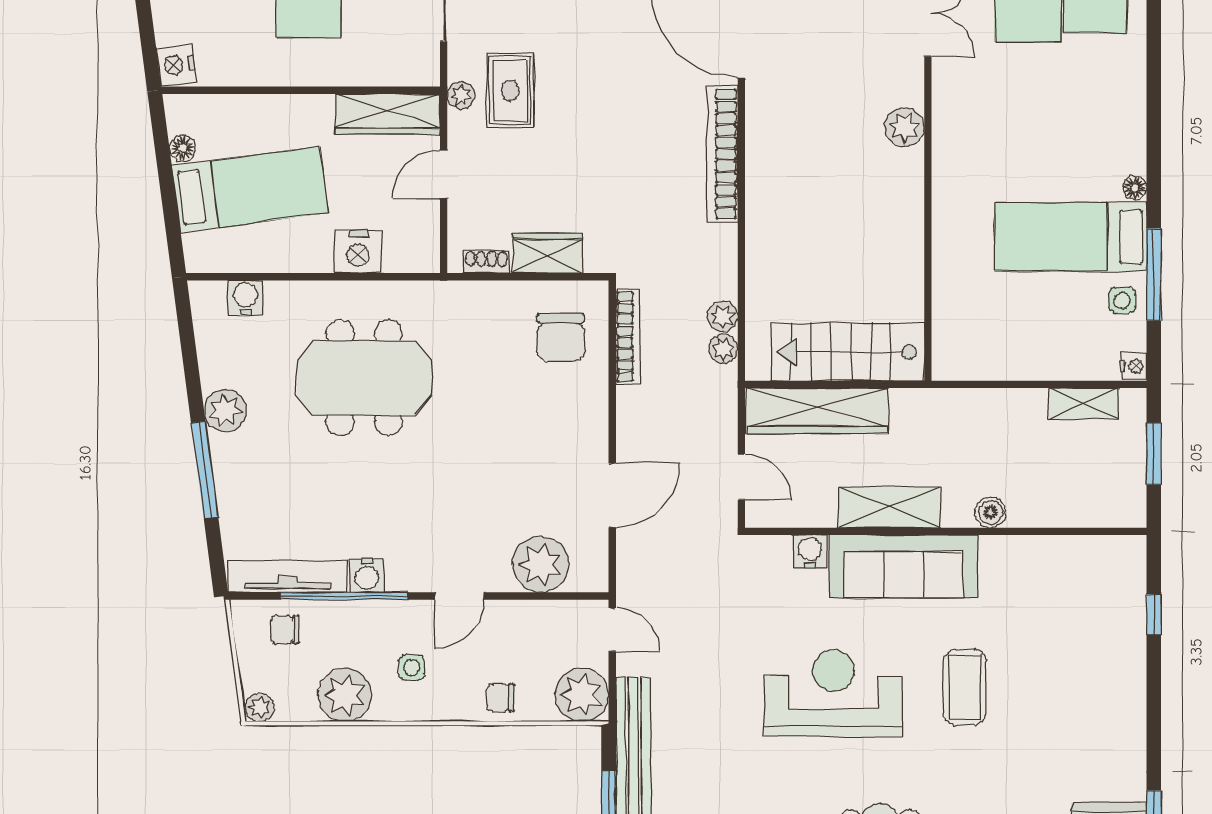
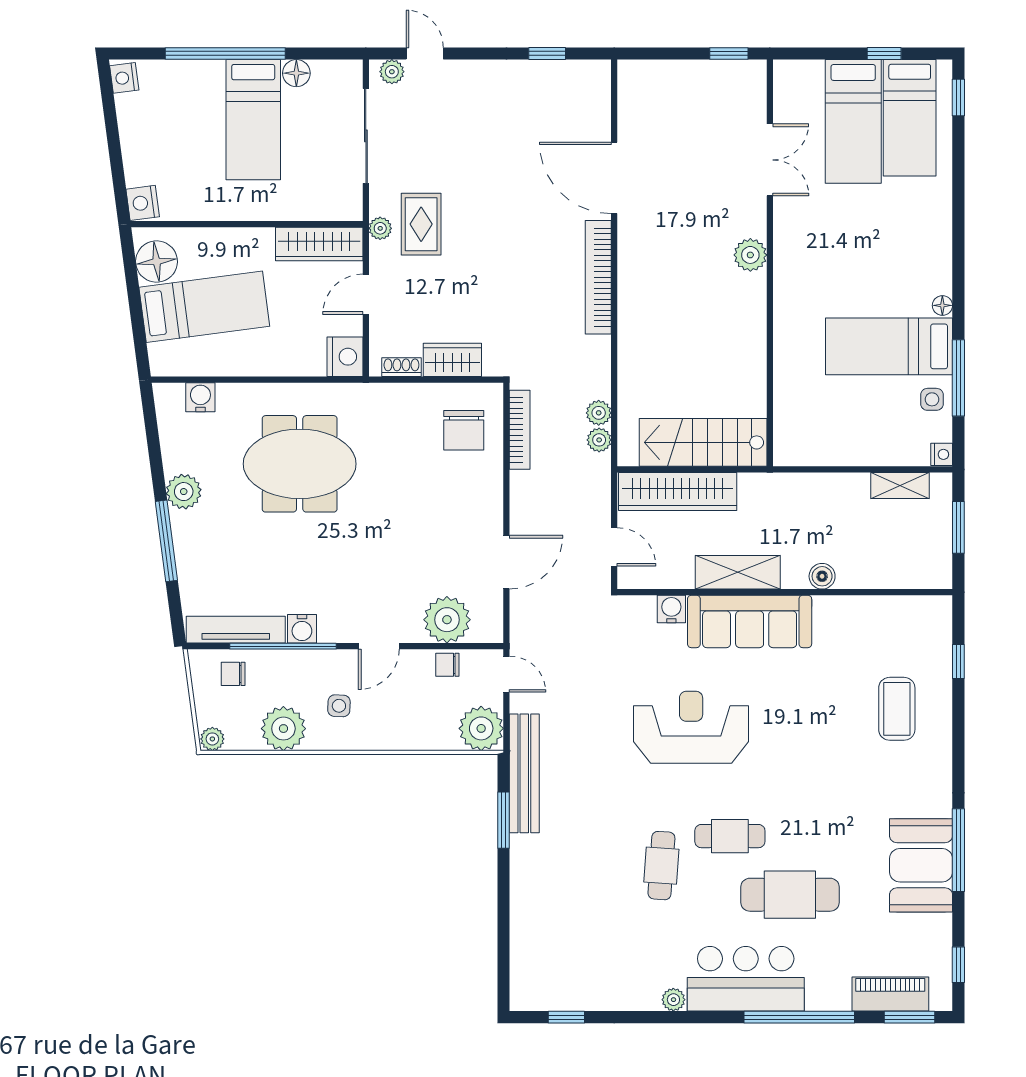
floor lamp: (183, 148) -> (157, 261), width x1.89, depth x1.89
nightstand: (358, 252) -> (345, 357), moved, turned -90
coffee table: (965, 687) -> (897, 709), moved
chair: (501, 698) -> (447, 665), moved

